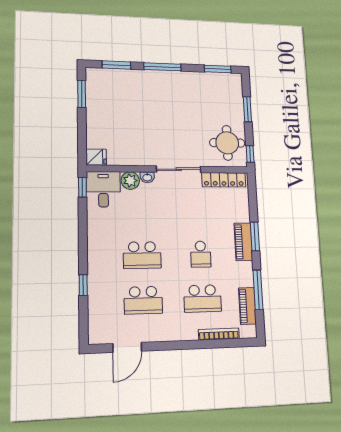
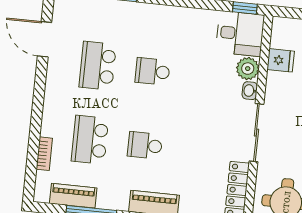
fridge: (96, 157) -> (281, 60), moved, turned -90
school desk: (142, 255) -> (153, 71), width x0.54
bookcase: (219, 334) -> (44, 154), width x0.64

